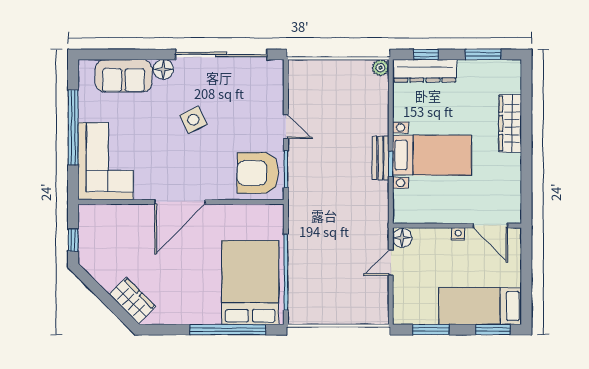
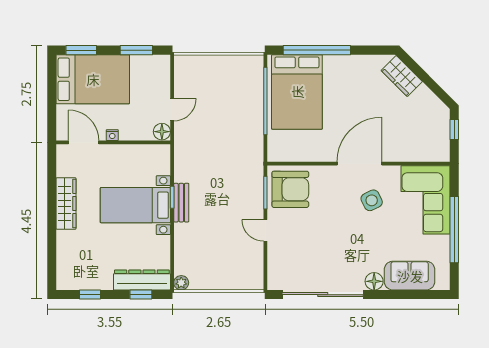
window: (483, 54) -> (90, 295), width x0.67
side table: (193, 120) -> (372, 200), moved
wardrobe: (510, 123) -> (66, 203), moved
bed: (480, 306) -> (93, 79), width x1.50

